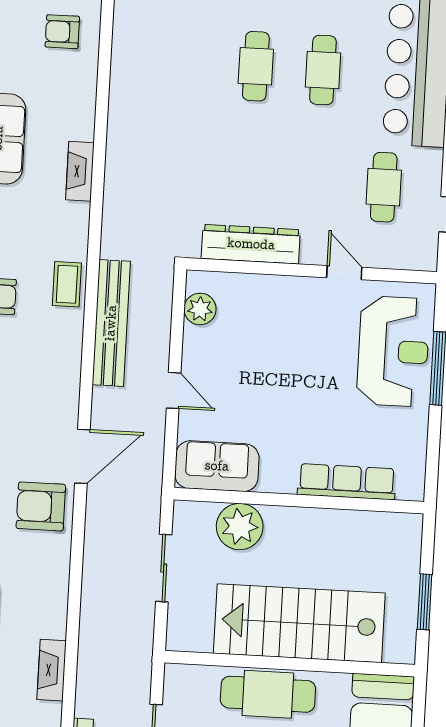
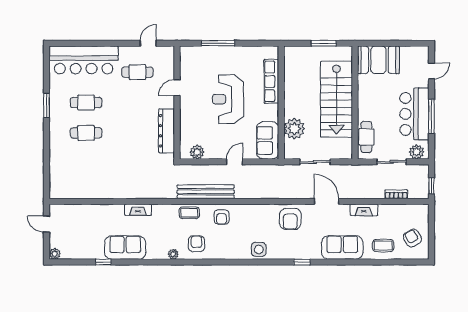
armchair: (62, 32) -> (222, 217), moved
reception desk: (393, 351) -> (228, 99), moved, turned -90
door: (82, 456) -> (327, 201), moved
cafe table: (268, 694) -> (366, 137), moved, width x0.73, depth x0.74

